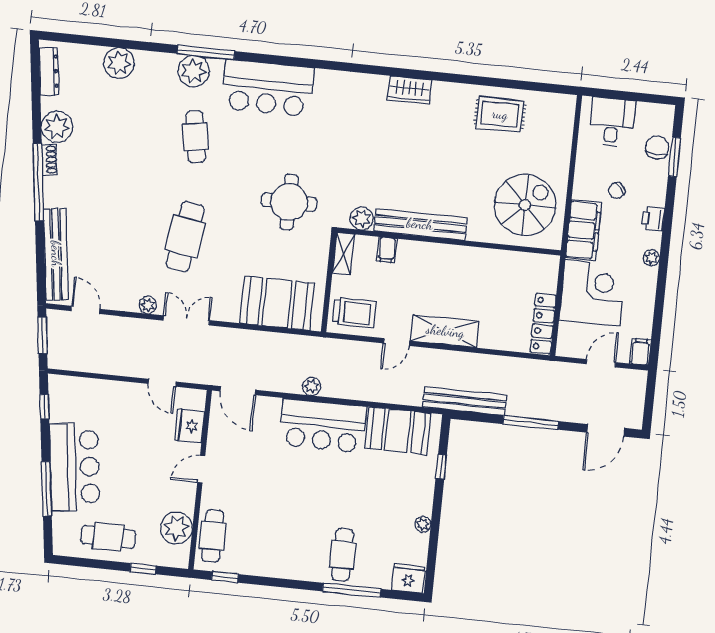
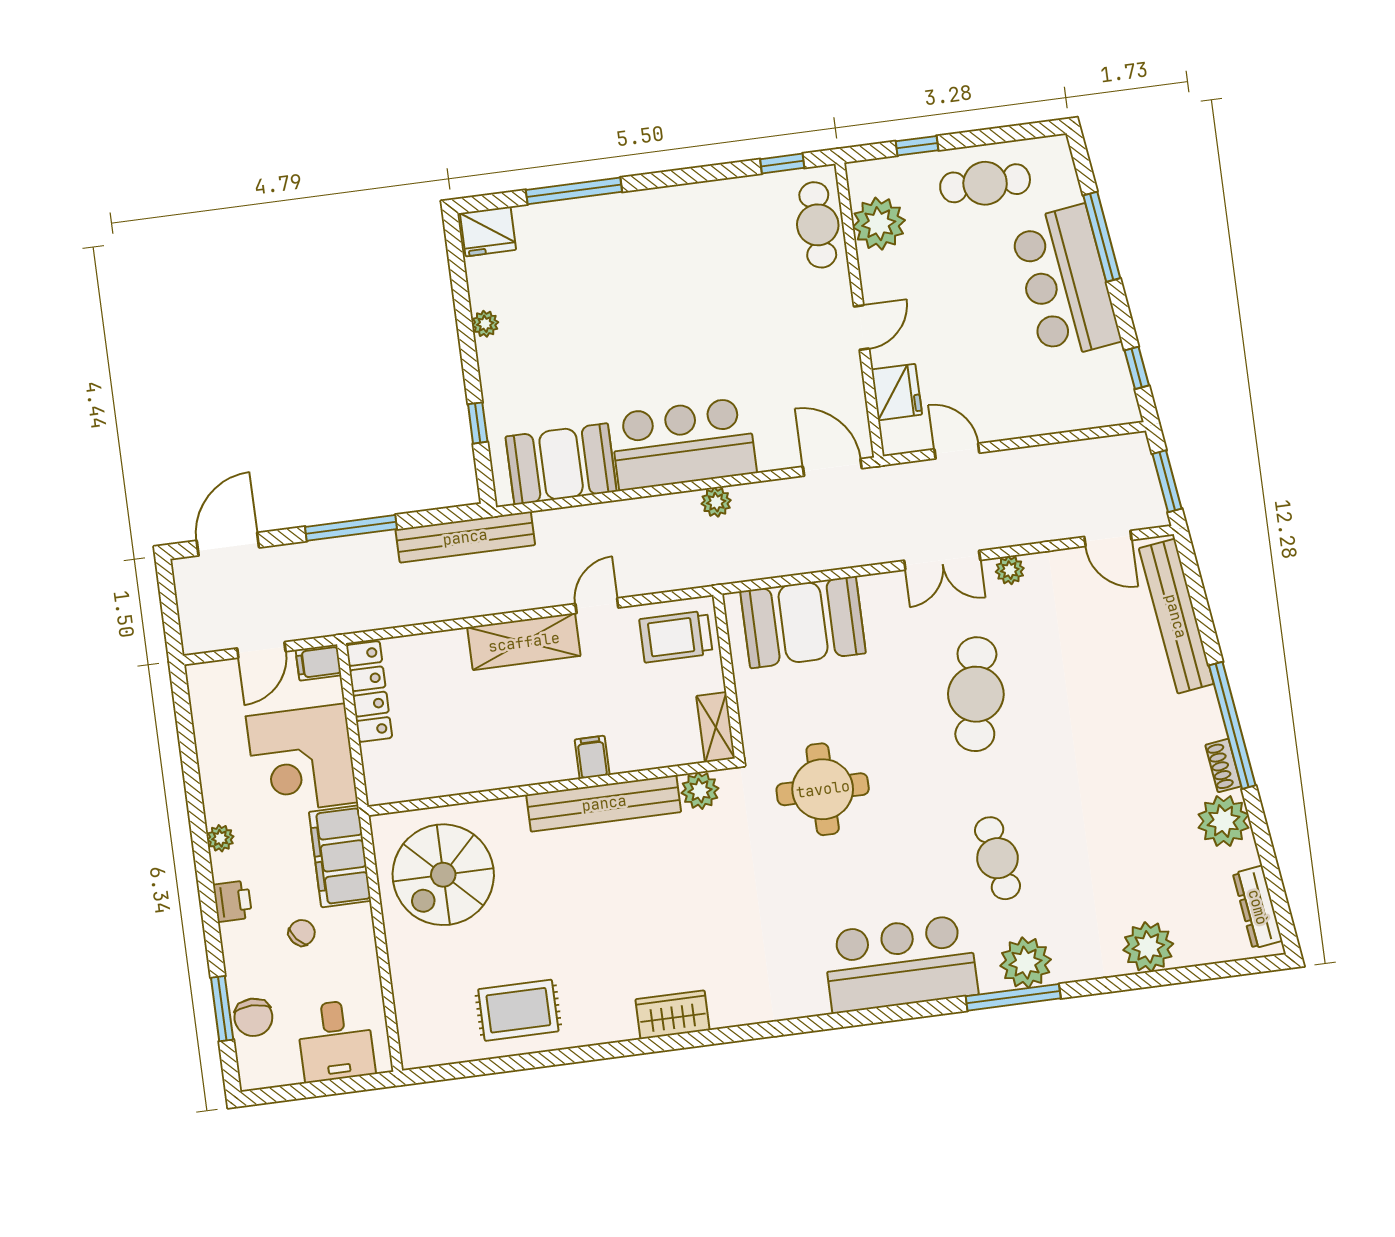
filing cabinet: (387, 250) -> (592, 757), moved
filing cabinet: (640, 352) -> (318, 663), moved, turned 90
cafe table: (343, 555) -> (602, 244), removed

